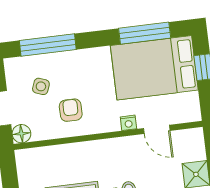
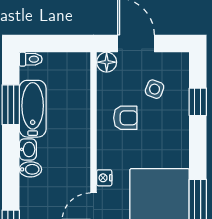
window: (48, 45) -> (198, 102), width x0.46

